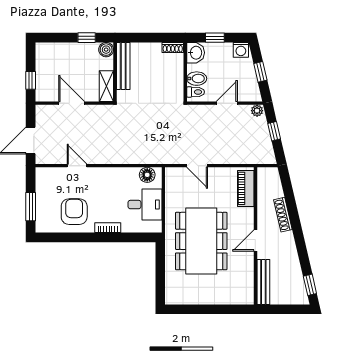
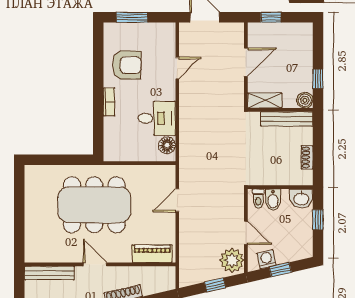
shoe rack: (173, 47) -> (307, 157), moved
washing machine: (241, 50) -> (266, 259), moved, turned 77
plant: (257, 111) -> (232, 260), width x1.87, depth x1.87
desk: (145, 205) -> (157, 118), moved, turned -90

